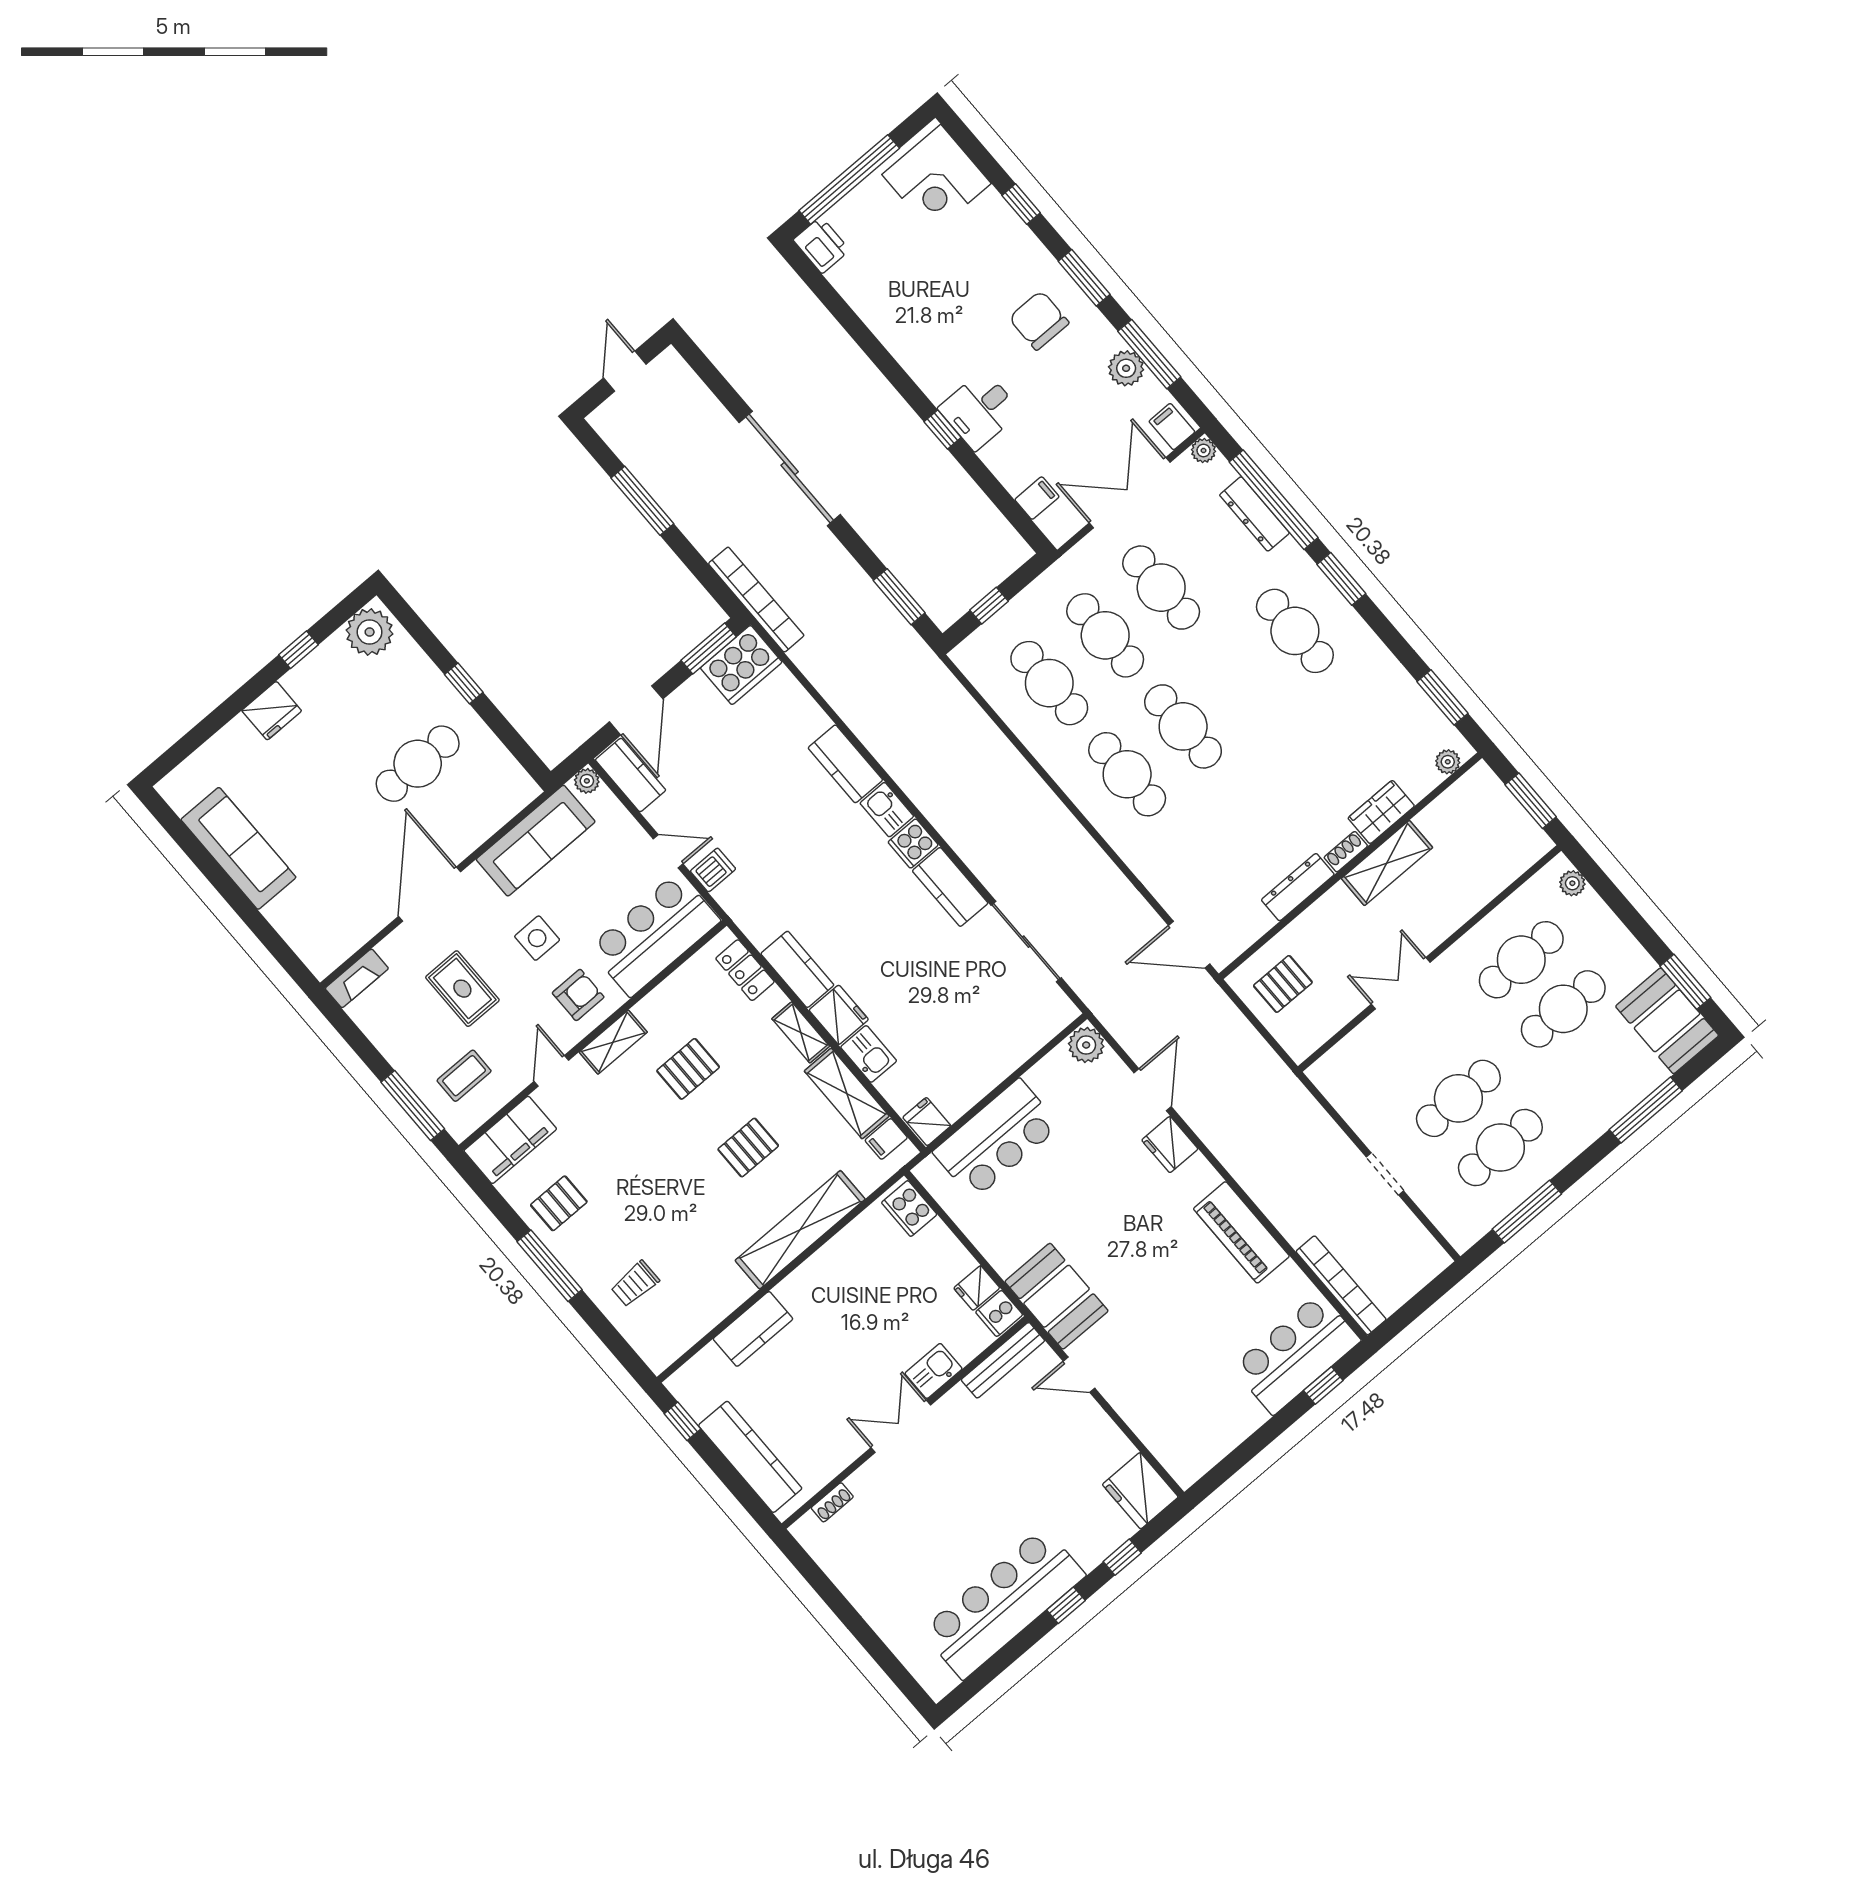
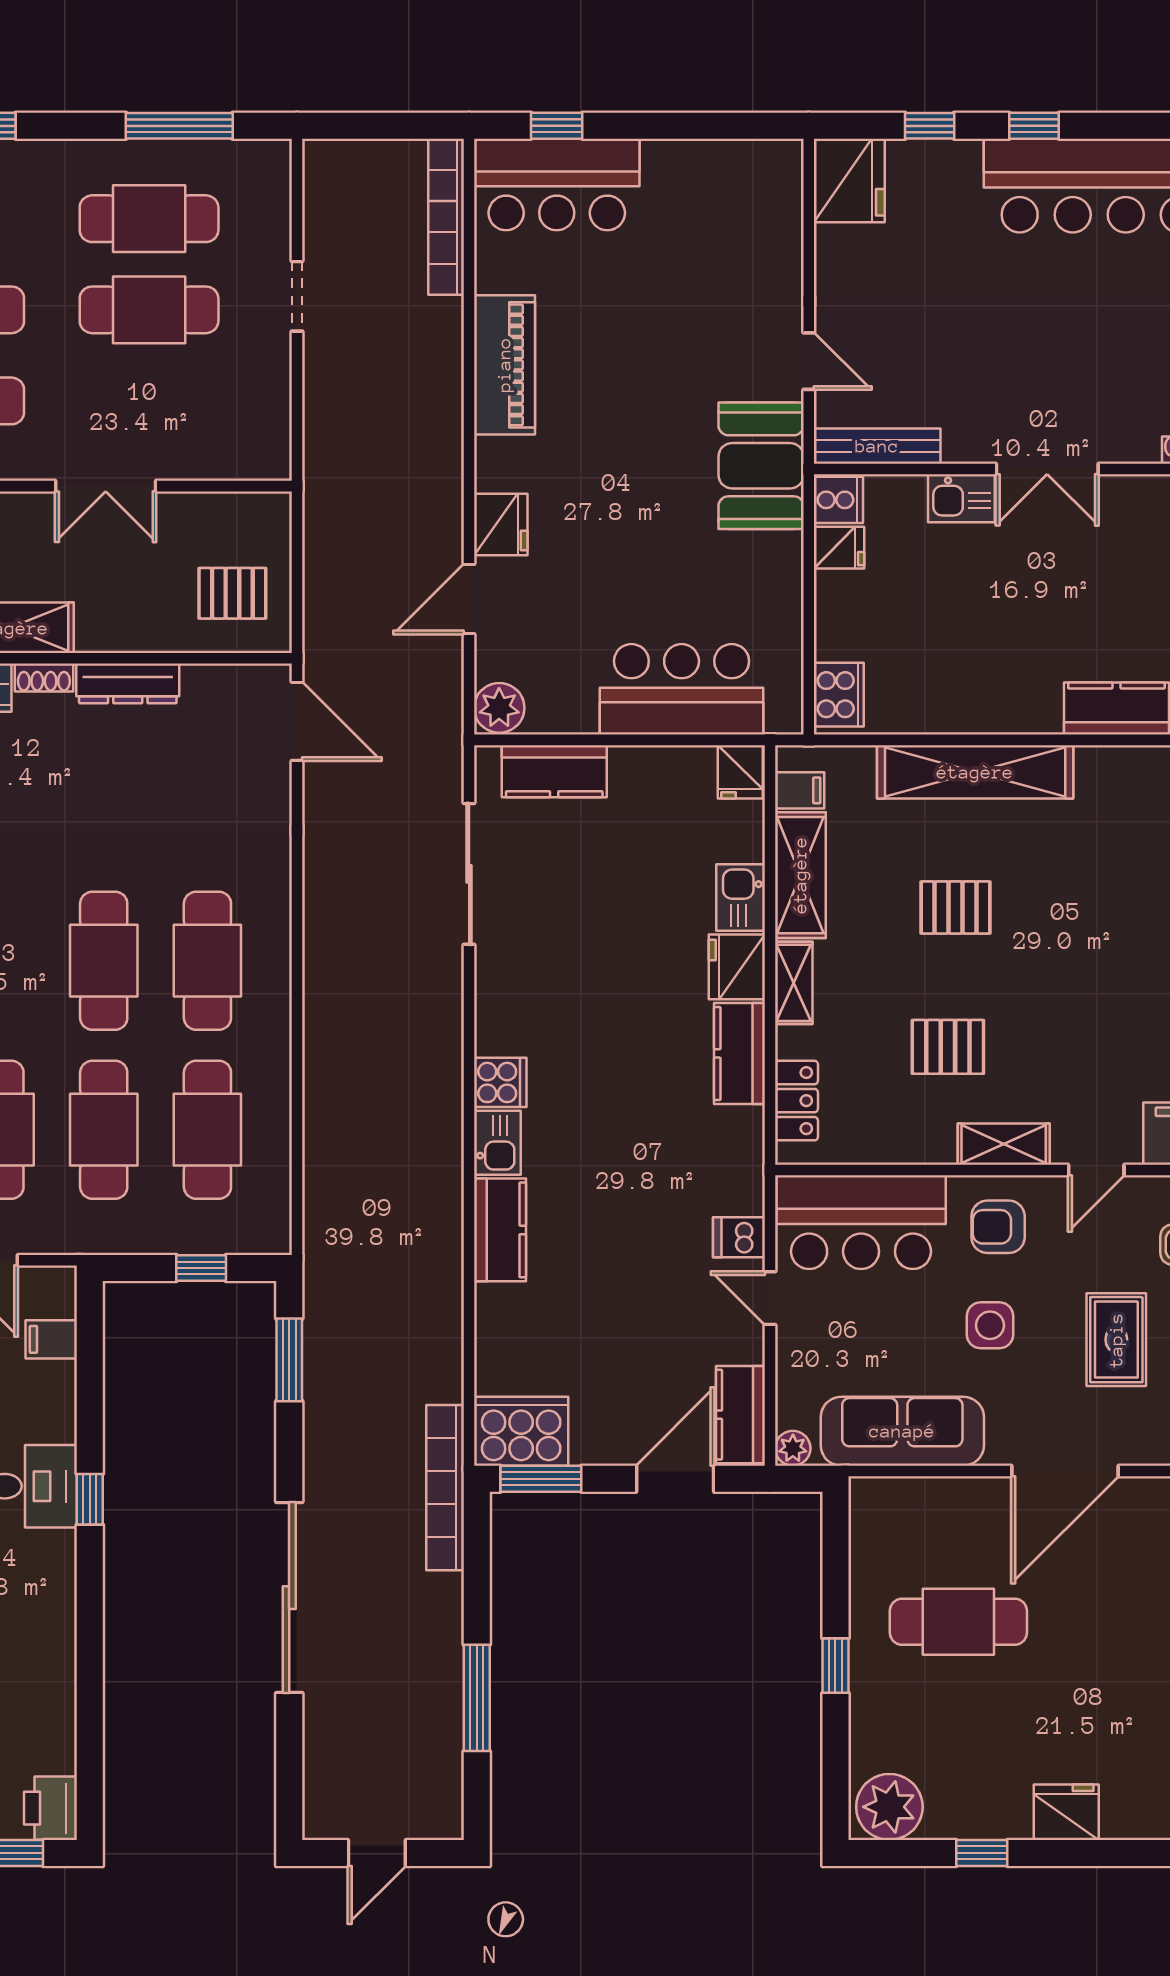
kitchen counter: (950, 887) -> (554, 771), moved, turned 90

